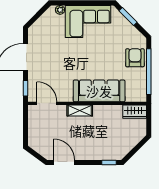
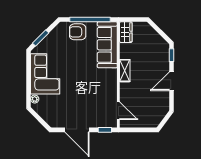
sofa: (99, 91) -> (107, 45), moved
door: (47, 103) -> (118, 111), swing flipped
shelving: (80, 110) -> (125, 71), moved
door: (64, 162) -> (171, 81), moved

